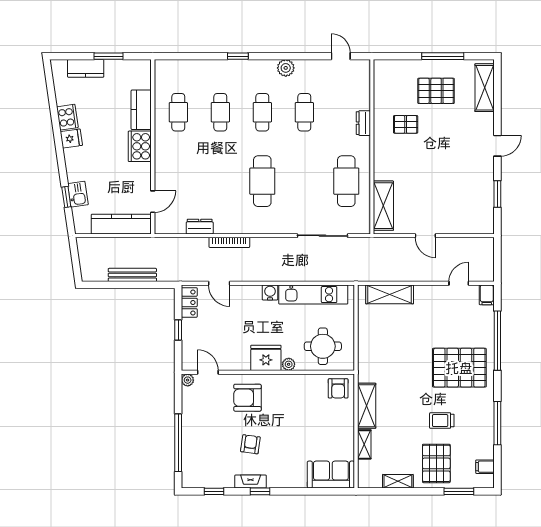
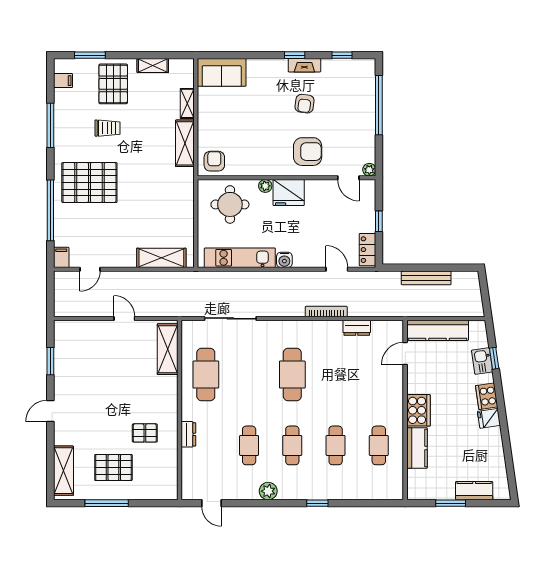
cooker: (67, 117) -> (487, 396), moved

